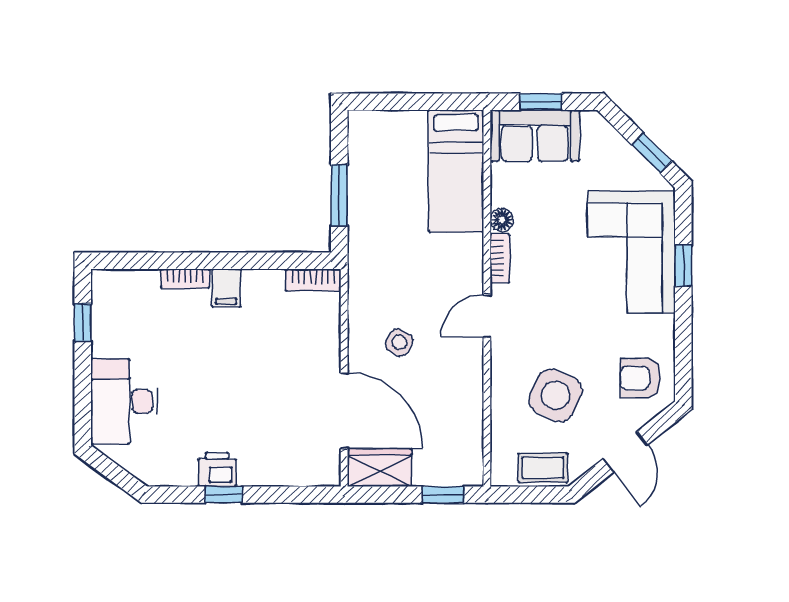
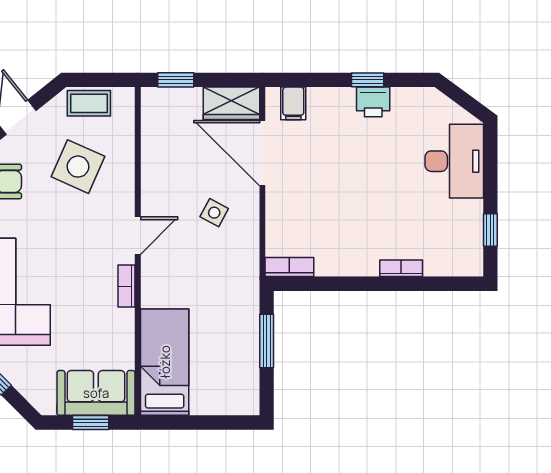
floor lamp: (502, 220) -> (125, 320), removed
filing cabinet: (226, 288) -> (293, 103), moved, turned 180

